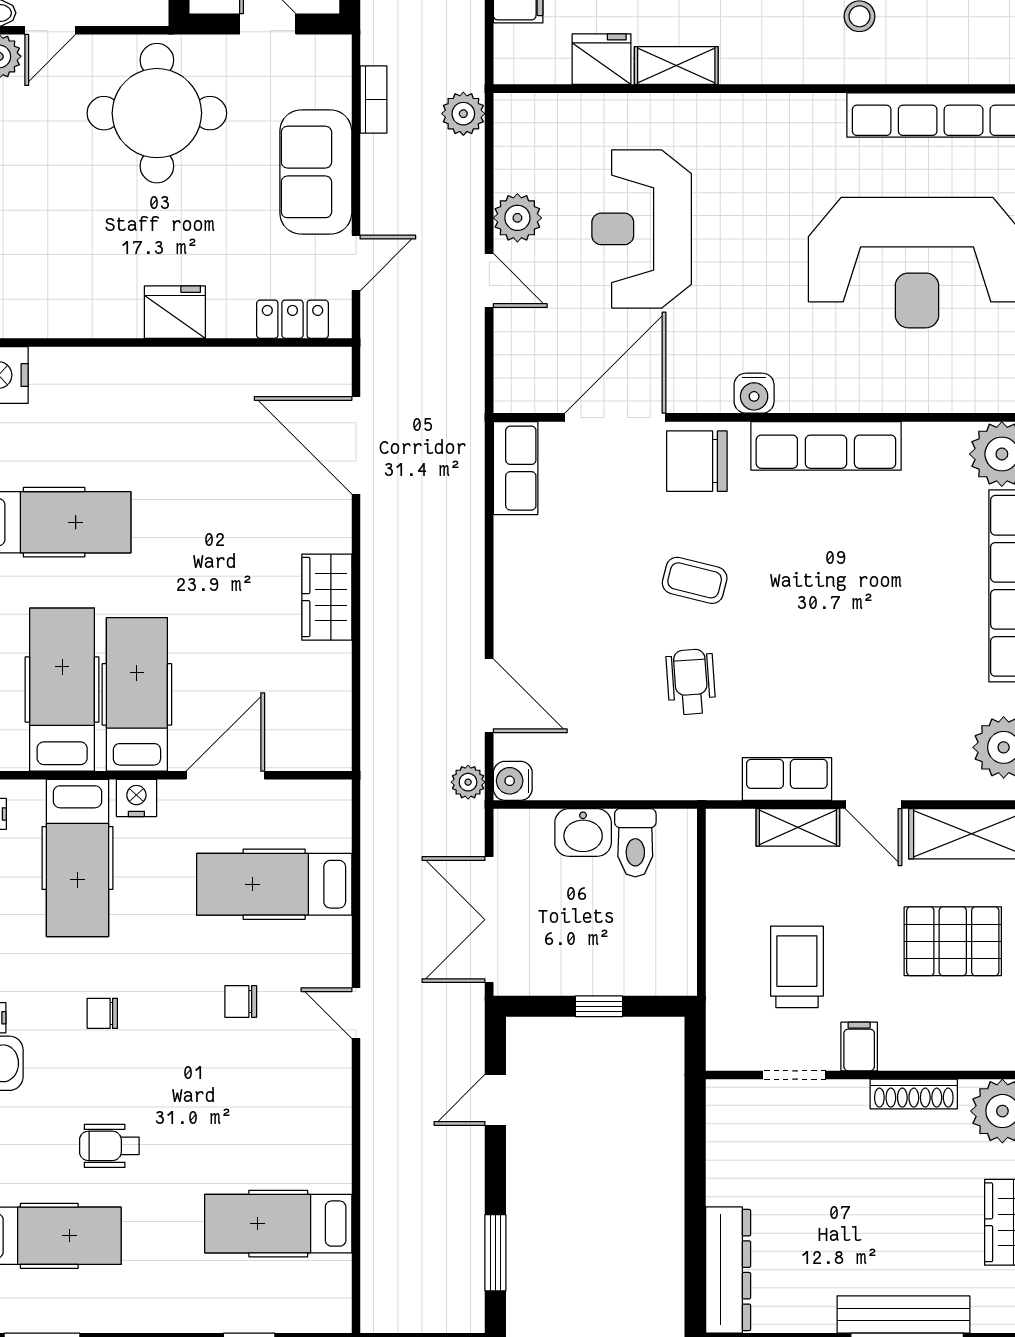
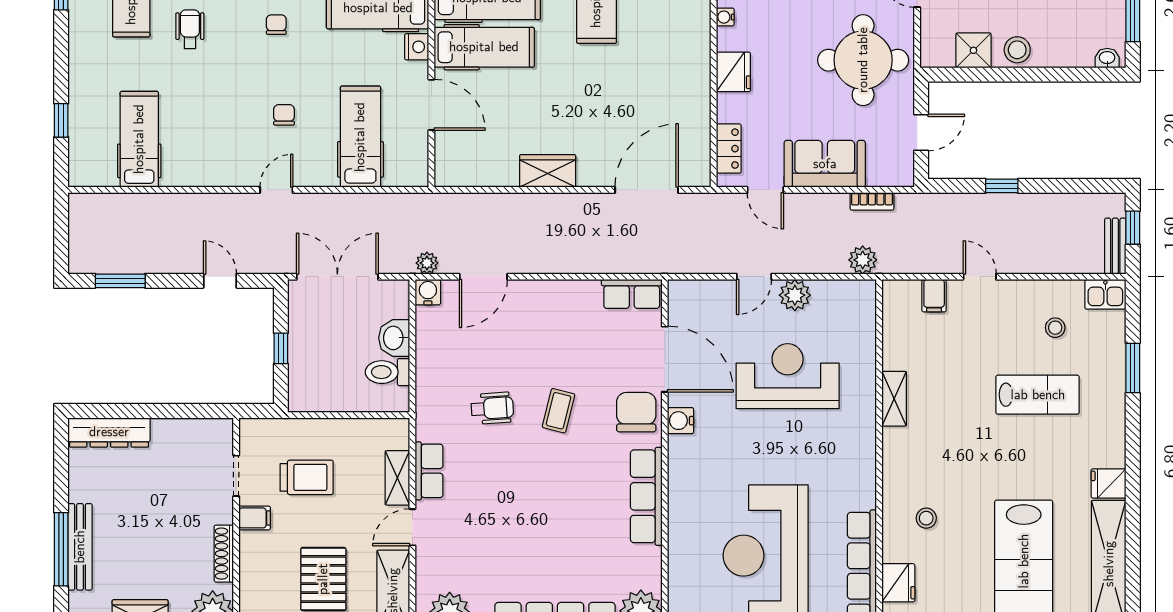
fridge: (602, 59) -> (898, 583), moved
water cooler: (91, 325) -> (725, 17), added
water cooler: (754, 393) -> (681, 421), moved

